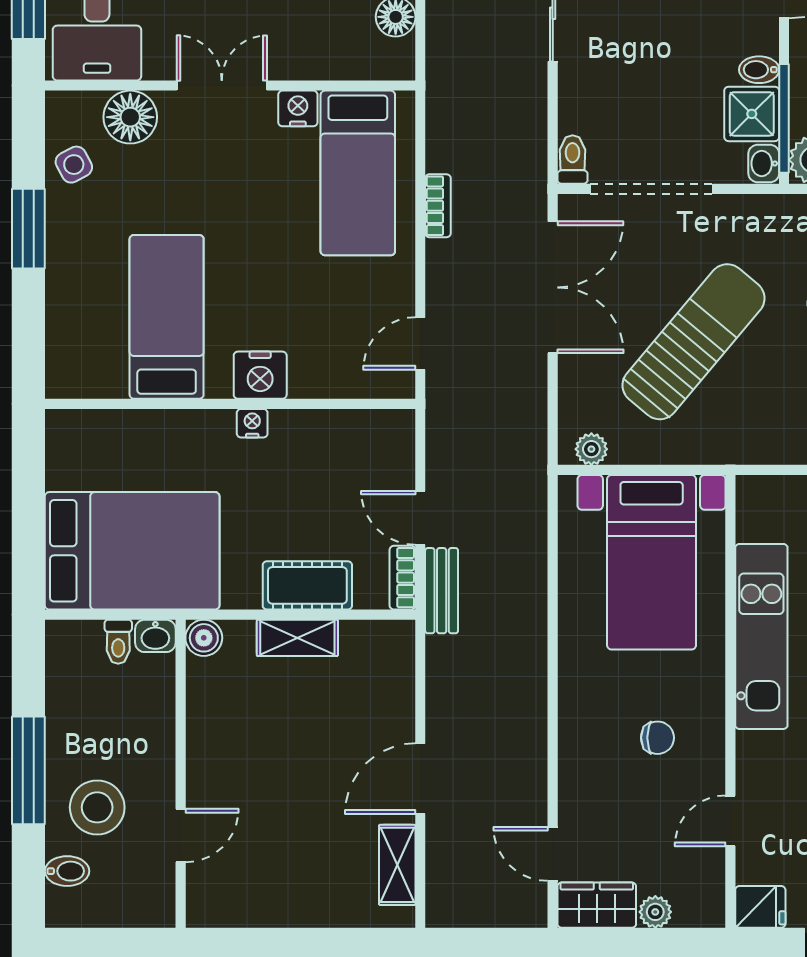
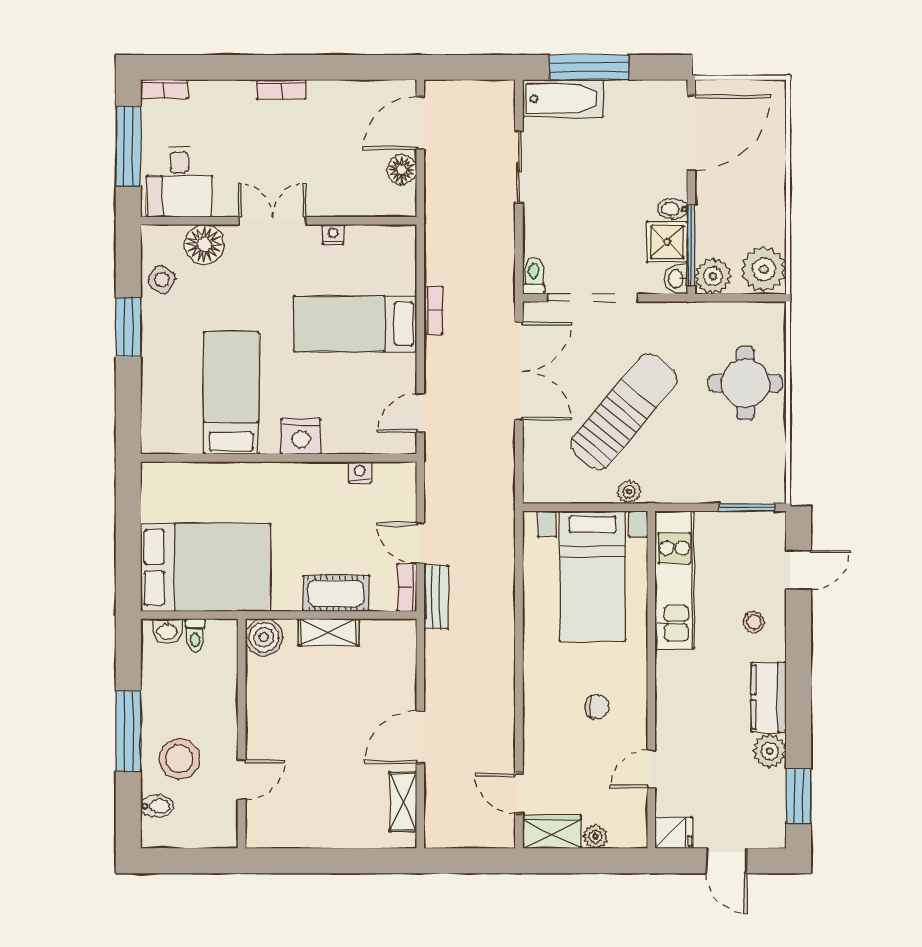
nightstand: (298, 108) -> (333, 234), width x0.72, depth x0.74
side table: (74, 165) -> (162, 280), turned -31
bed: (358, 173) -> (355, 324), moved, turned 90
nightstand: (252, 423) -> (360, 472), moved
plant: (591, 449) -> (629, 492), moved
washbasin: (155, 636) -> (167, 631), moved
kitchen unit: (761, 636) -> (674, 580), moved
boiler: (204, 638) -> (264, 637), width x1.36, depth x1.36

